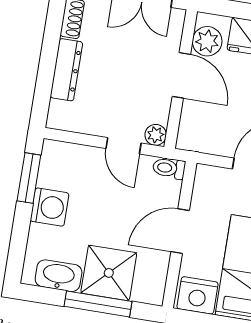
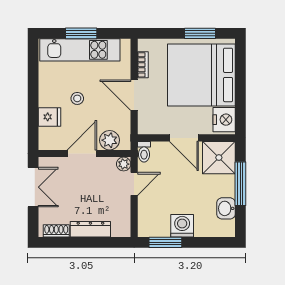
plant: (207, 41) -> (110, 140), moved
shower: (109, 273) -> (219, 158), moved
washbasin: (59, 276) -> (226, 208), width x0.72

